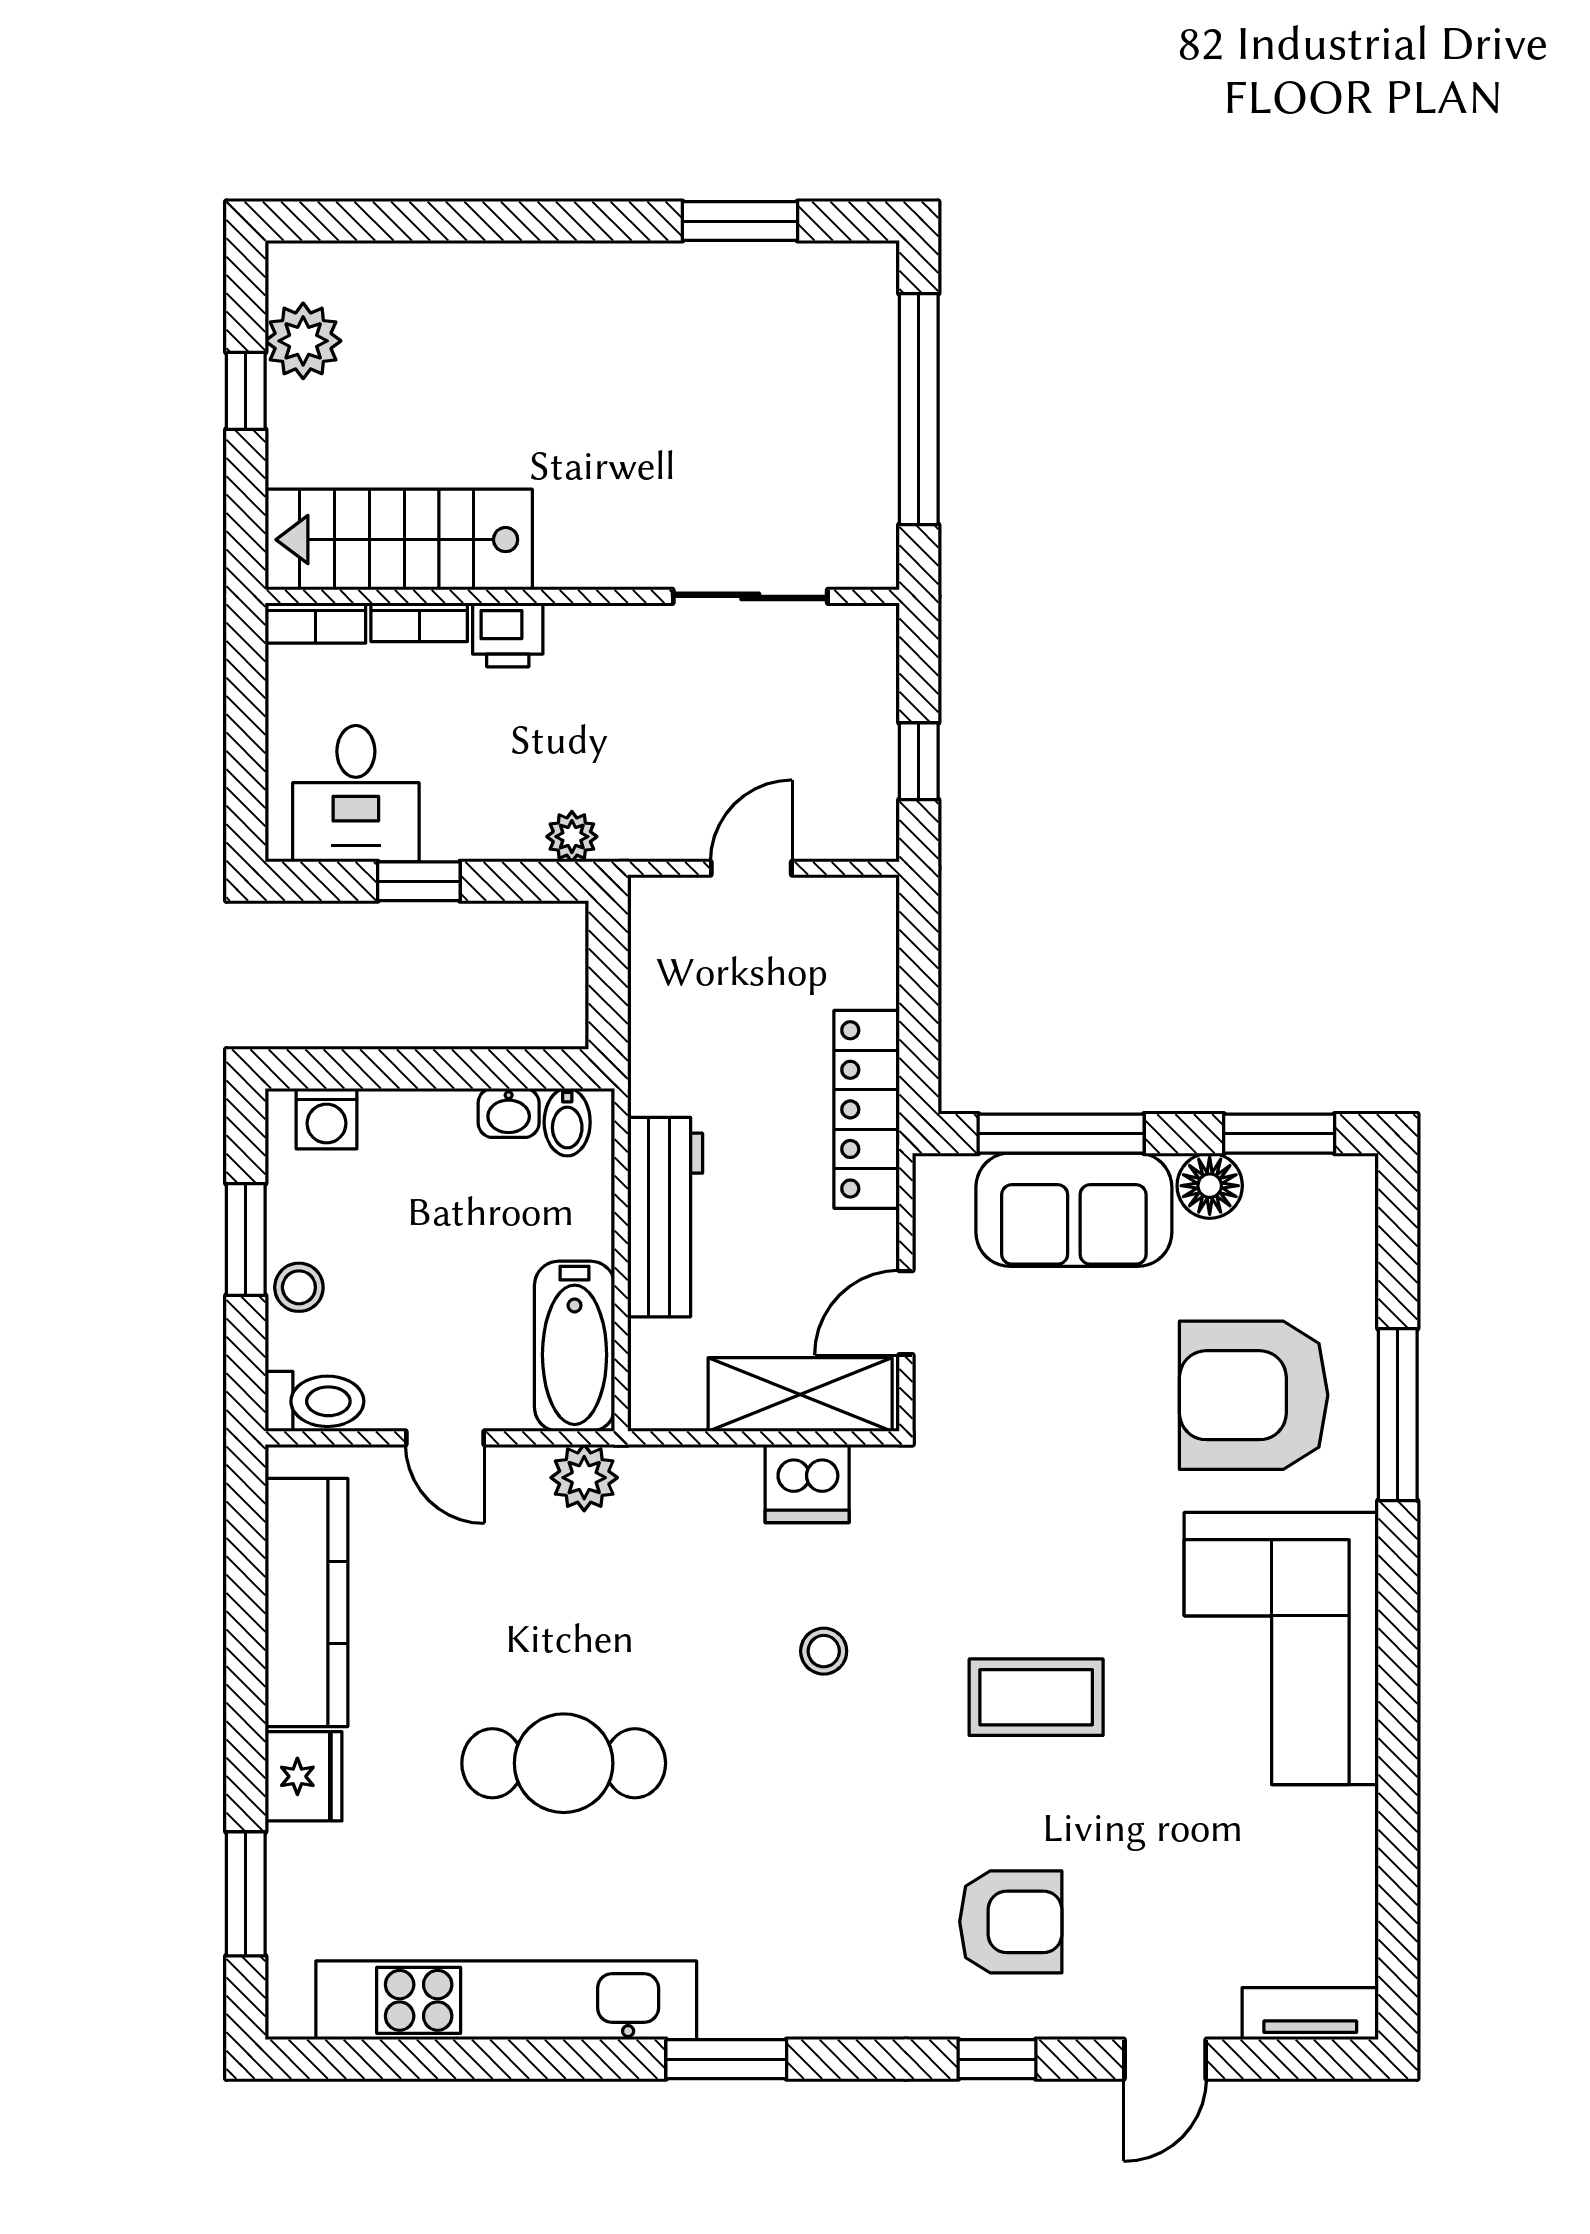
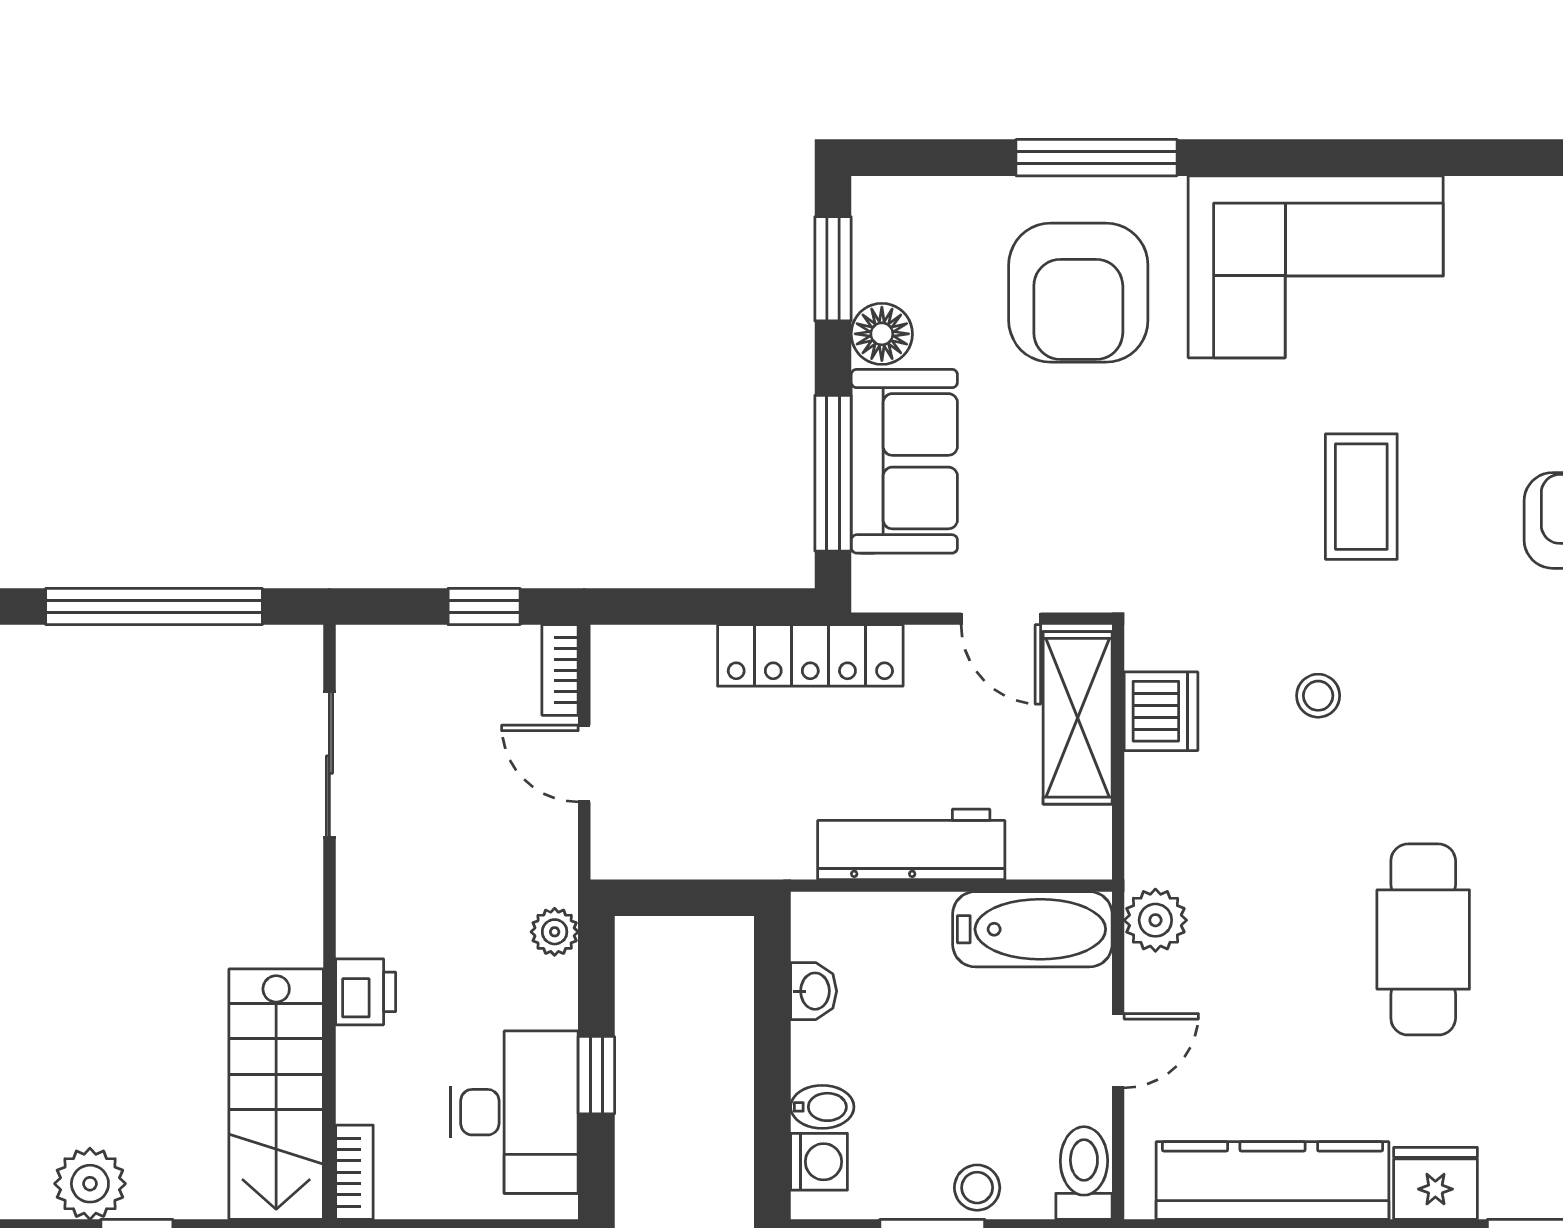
bookcase: (419, 622) -> (560, 670), moved, turned 180
desk: (356, 794) -> (514, 1112), width x1.37
bidet: (567, 1122) -> (822, 1107), moved

